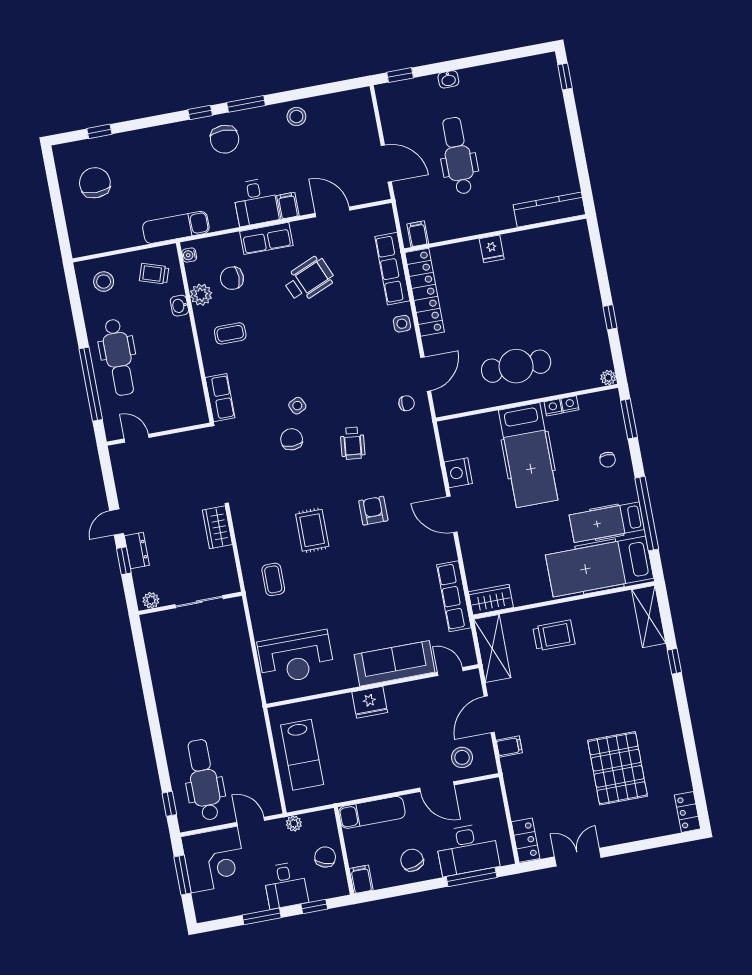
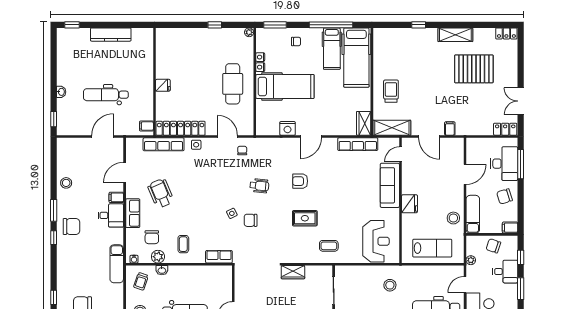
kitchen counter: (549, 210) -> (111, 35), moved, turned -90
shelving: (649, 617) -> (455, 35), moved
stool: (226, 695) -> (390, 285), added
stool: (462, 757) -> (453, 218), moved

